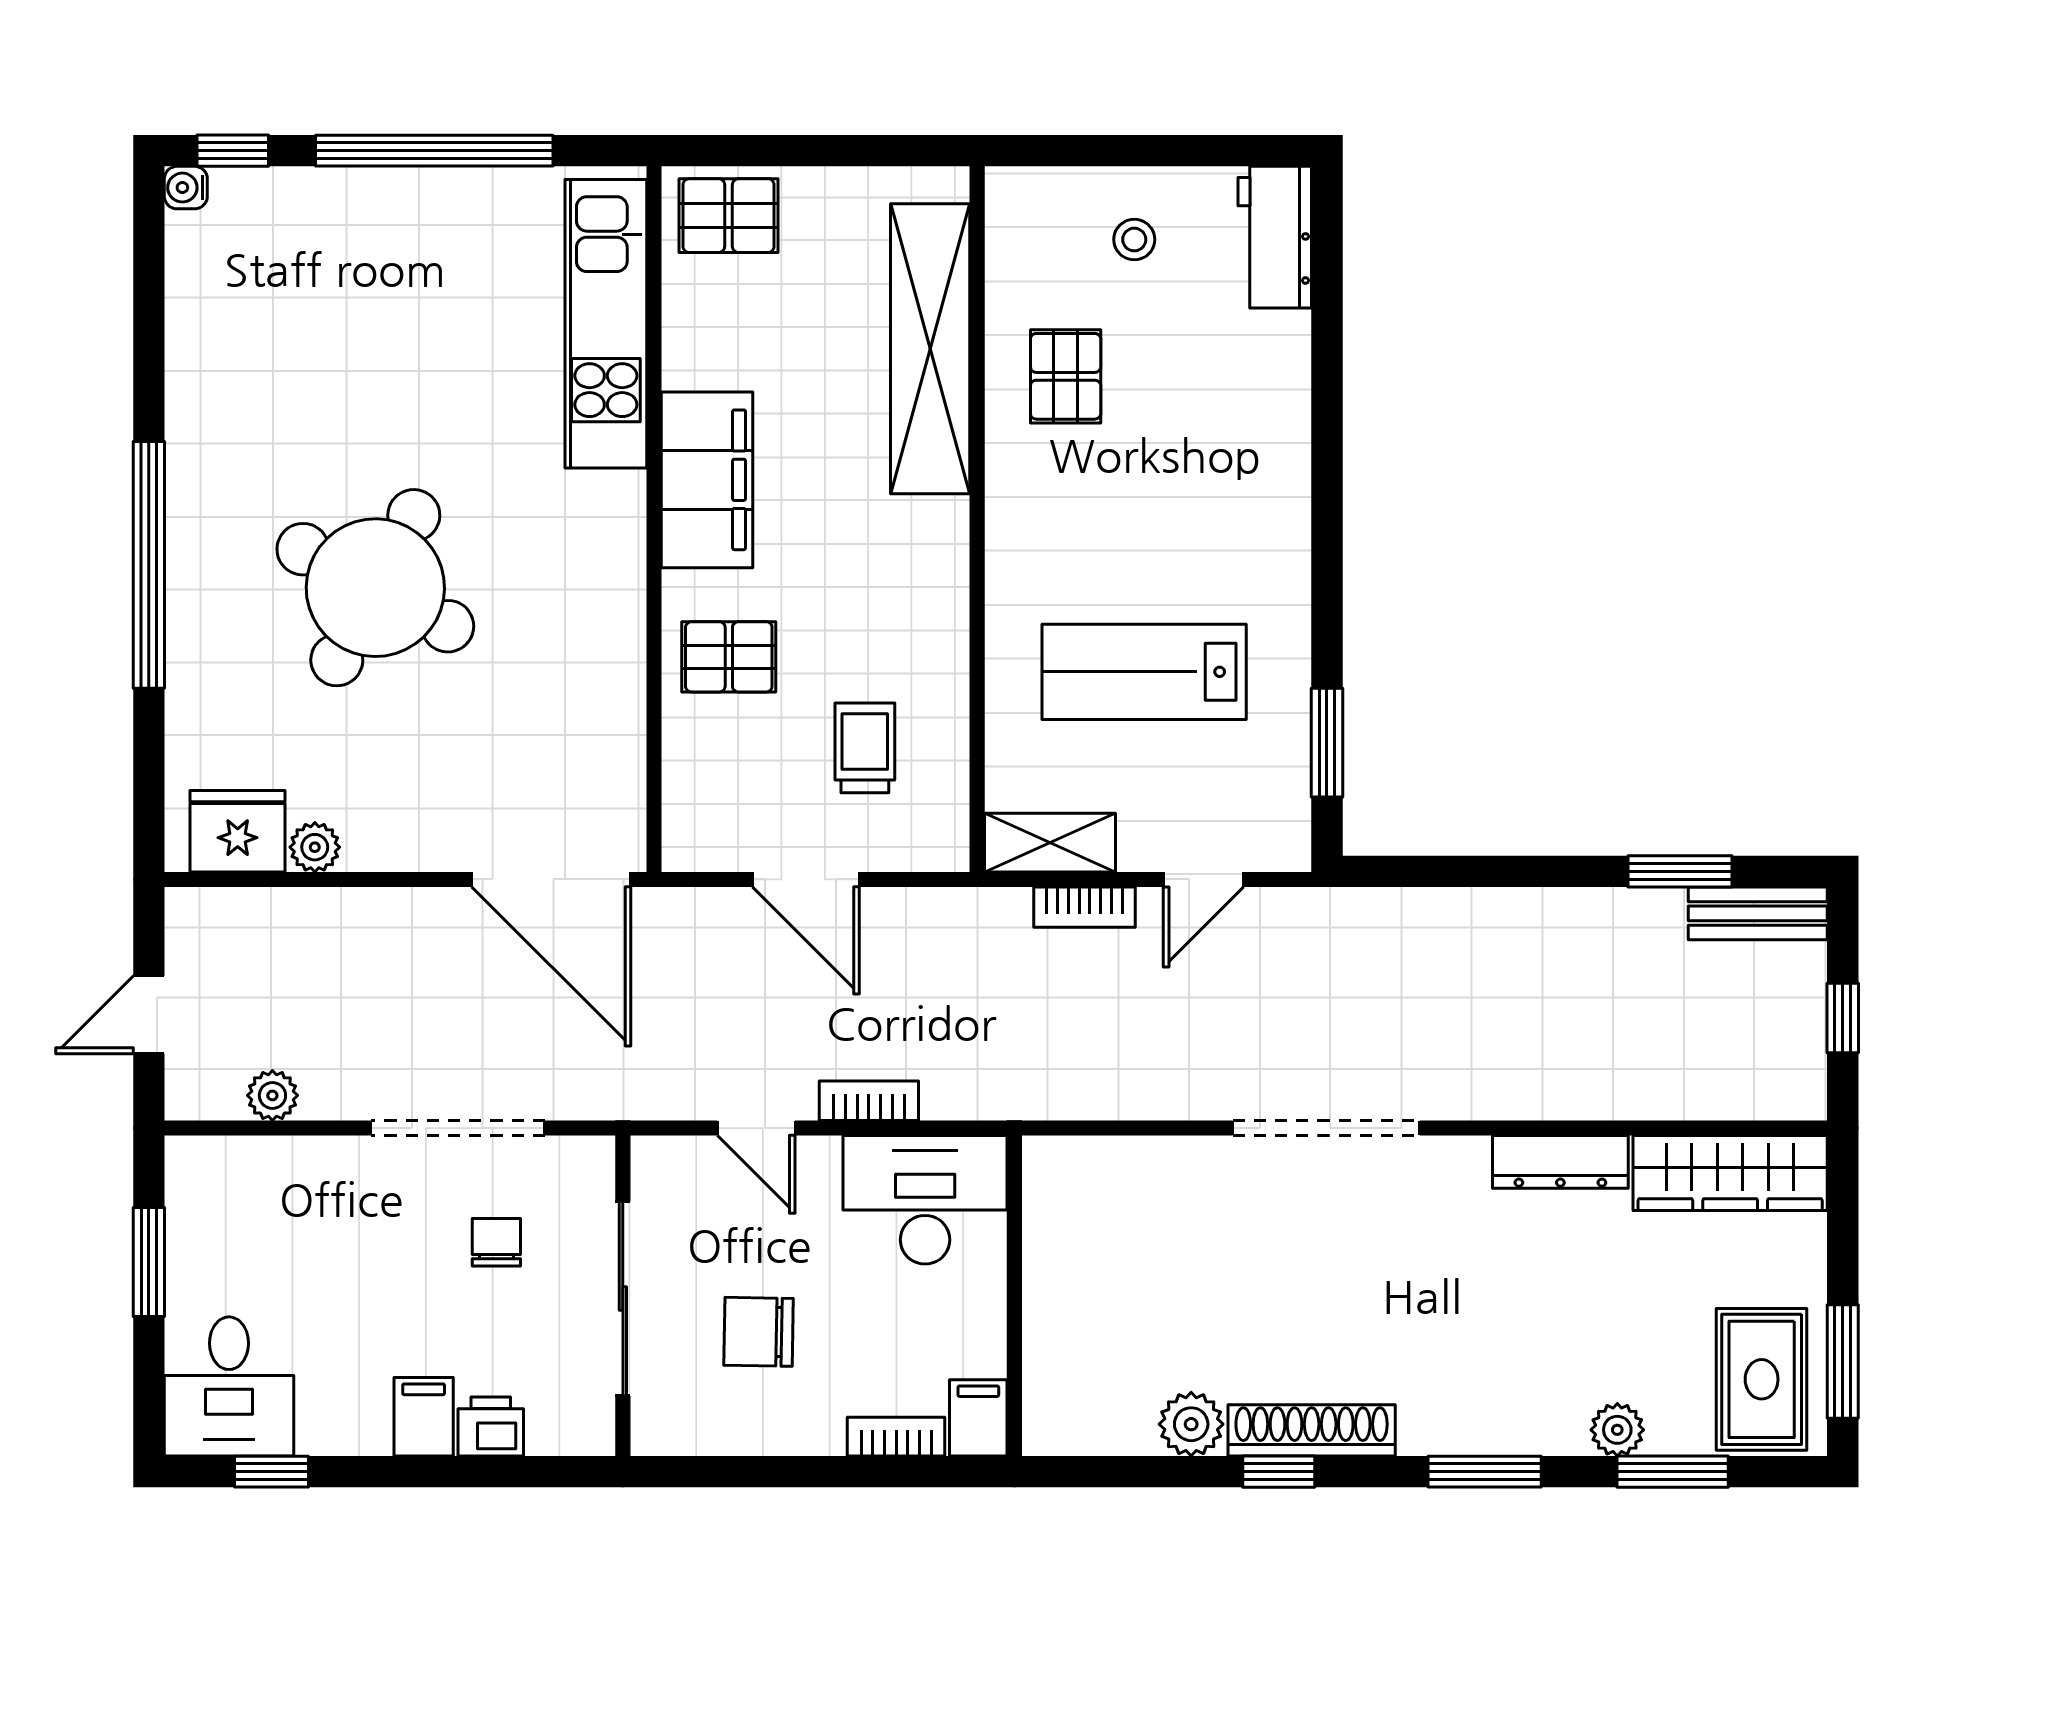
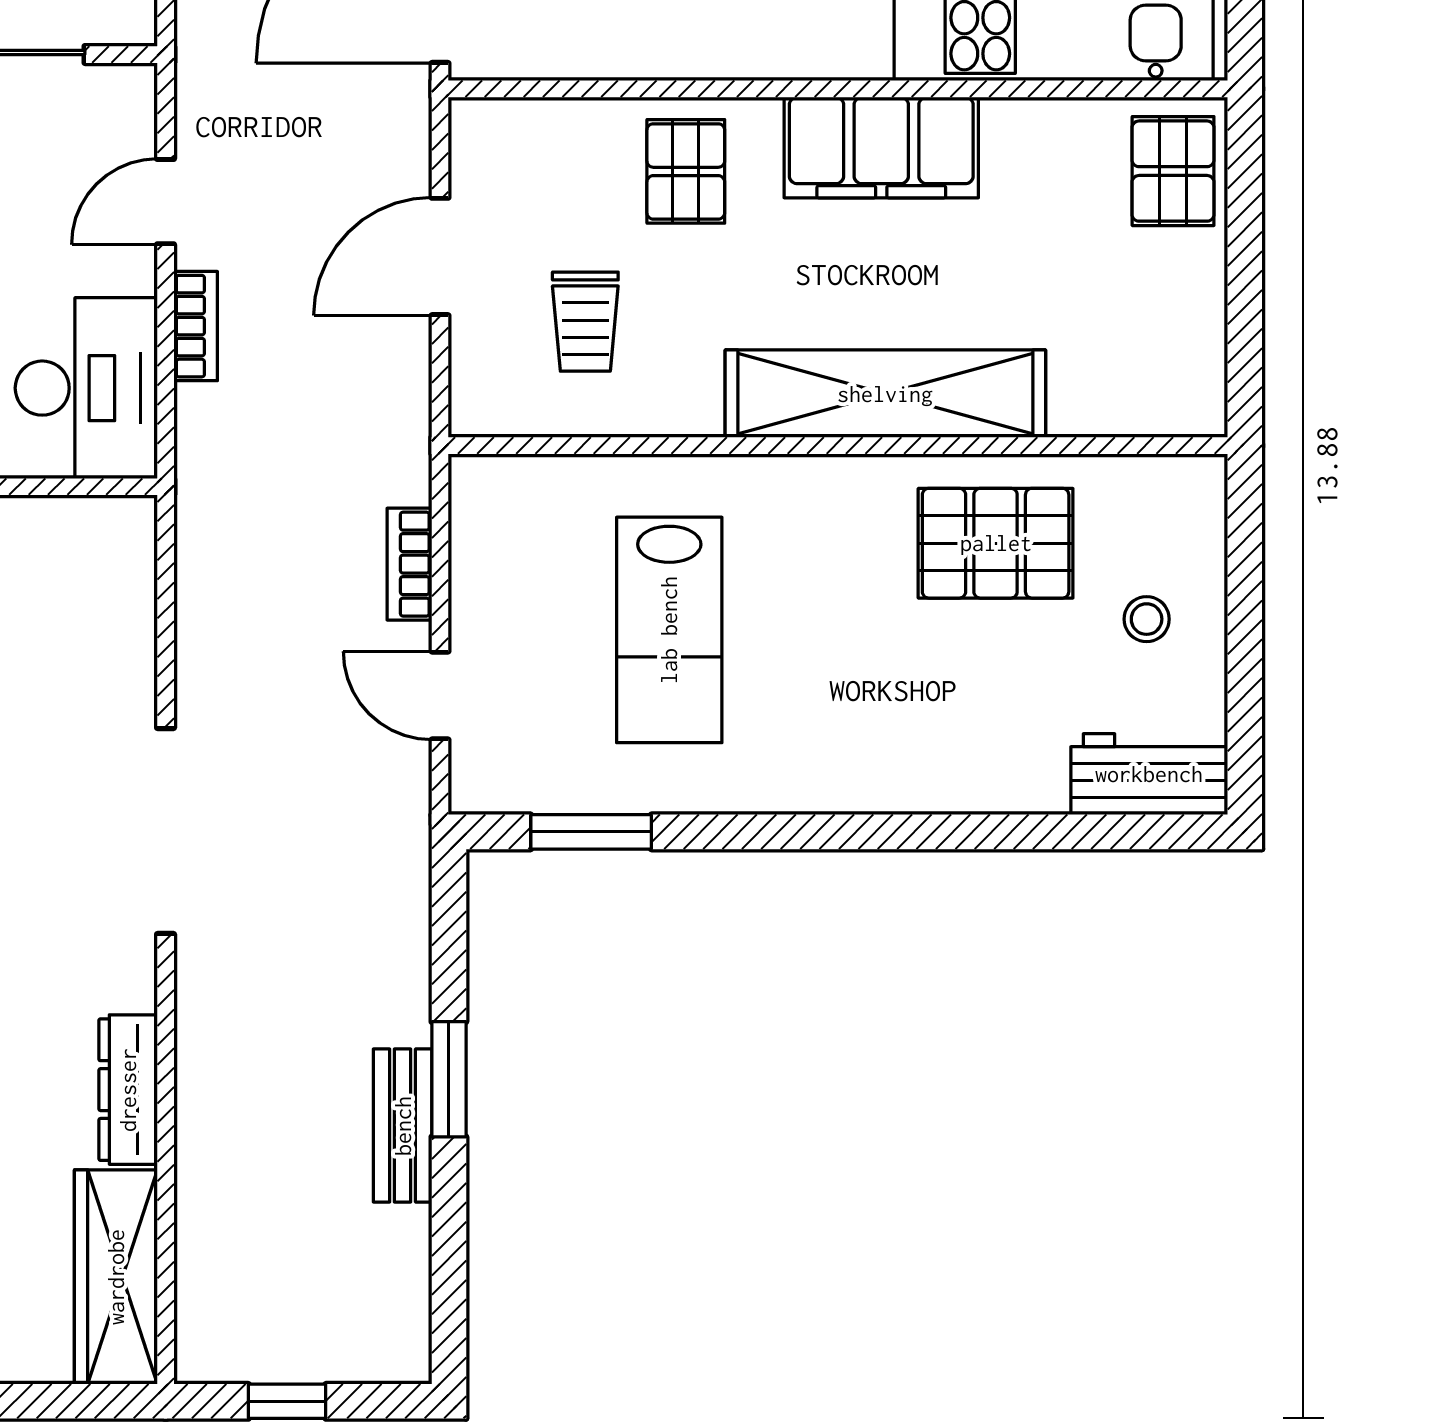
shelving: (930, 349) -> (885, 394), moved
pallet: (1066, 376) -> (996, 543), width x1.50, depth x1.42
lab bench: (1144, 672) -> (669, 630), turned 180
trolley: (865, 748) -> (585, 322), turned 90
shelving: (1050, 843) -> (481, 526), removed
window: (1680, 871) -> (449, 1079), moved
bench: (1758, 913) -> (403, 1126), moved

